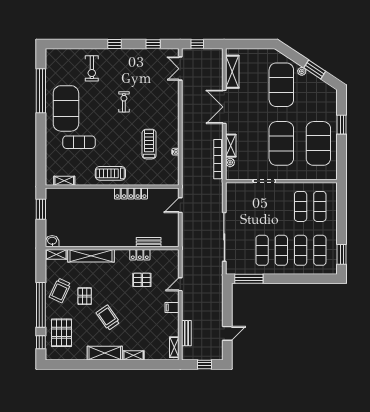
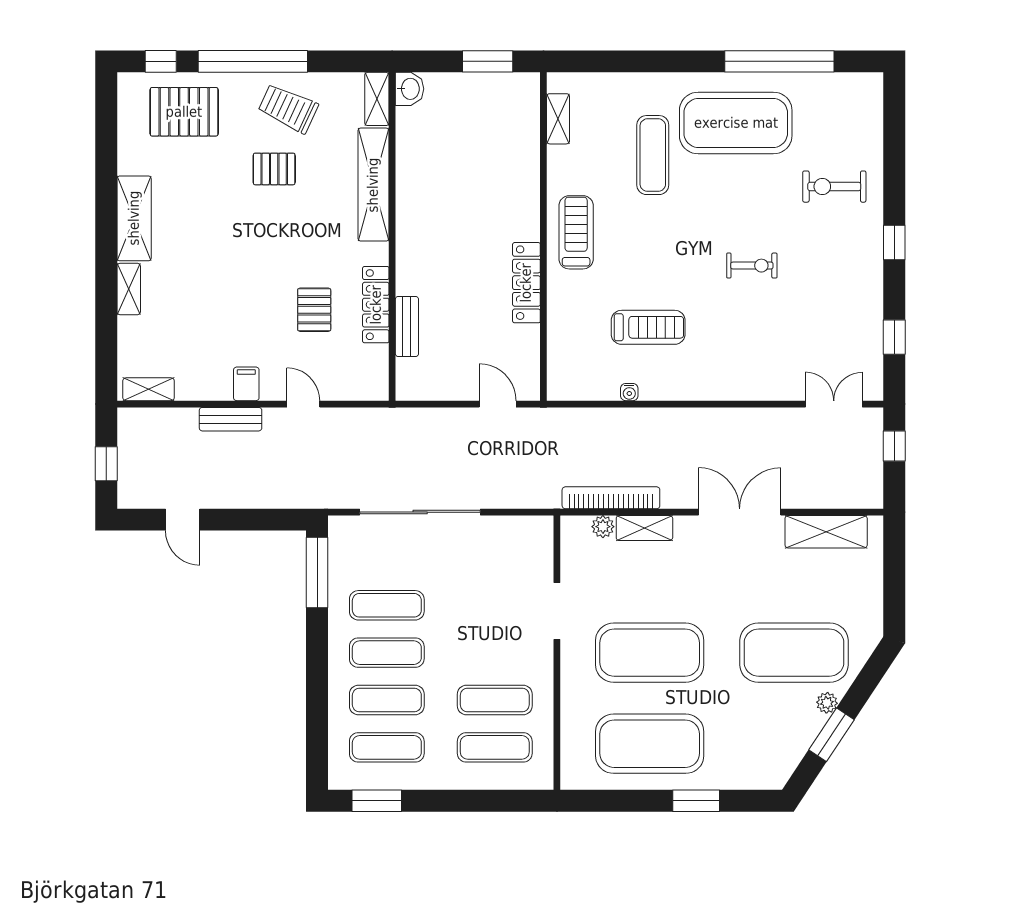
locker: (140, 255) -> (376, 305), width x1.53
trolley: (108, 318) -> (221, 226), removed
bench: (186, 333) -> (231, 419), moved

